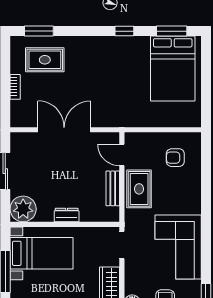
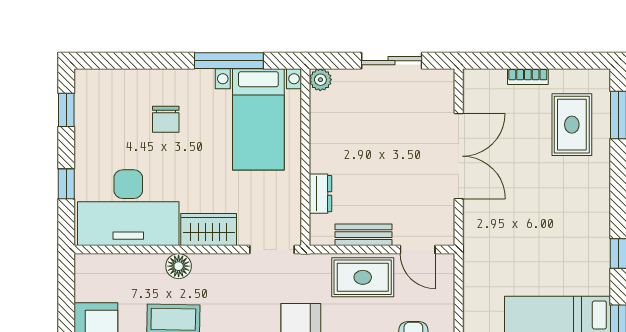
door: (122, 155) -> (418, 249), swing flipped
plant: (23, 209) -> (320, 80), width x0.53, depth x0.53
dresser: (67, 215) -> (320, 194), moved

